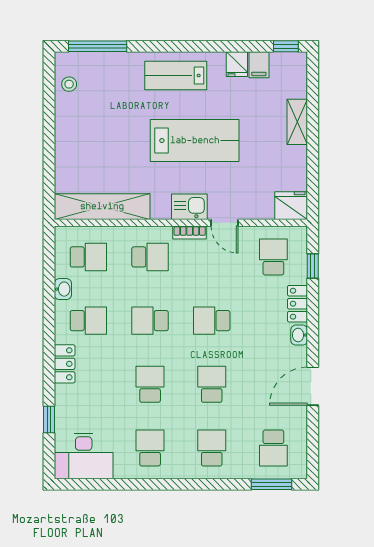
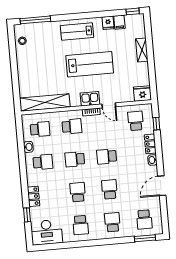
locker: (65, 364) -> (34, 196), moved
school desk: (150, 448) -> (81, 225), turned 180

